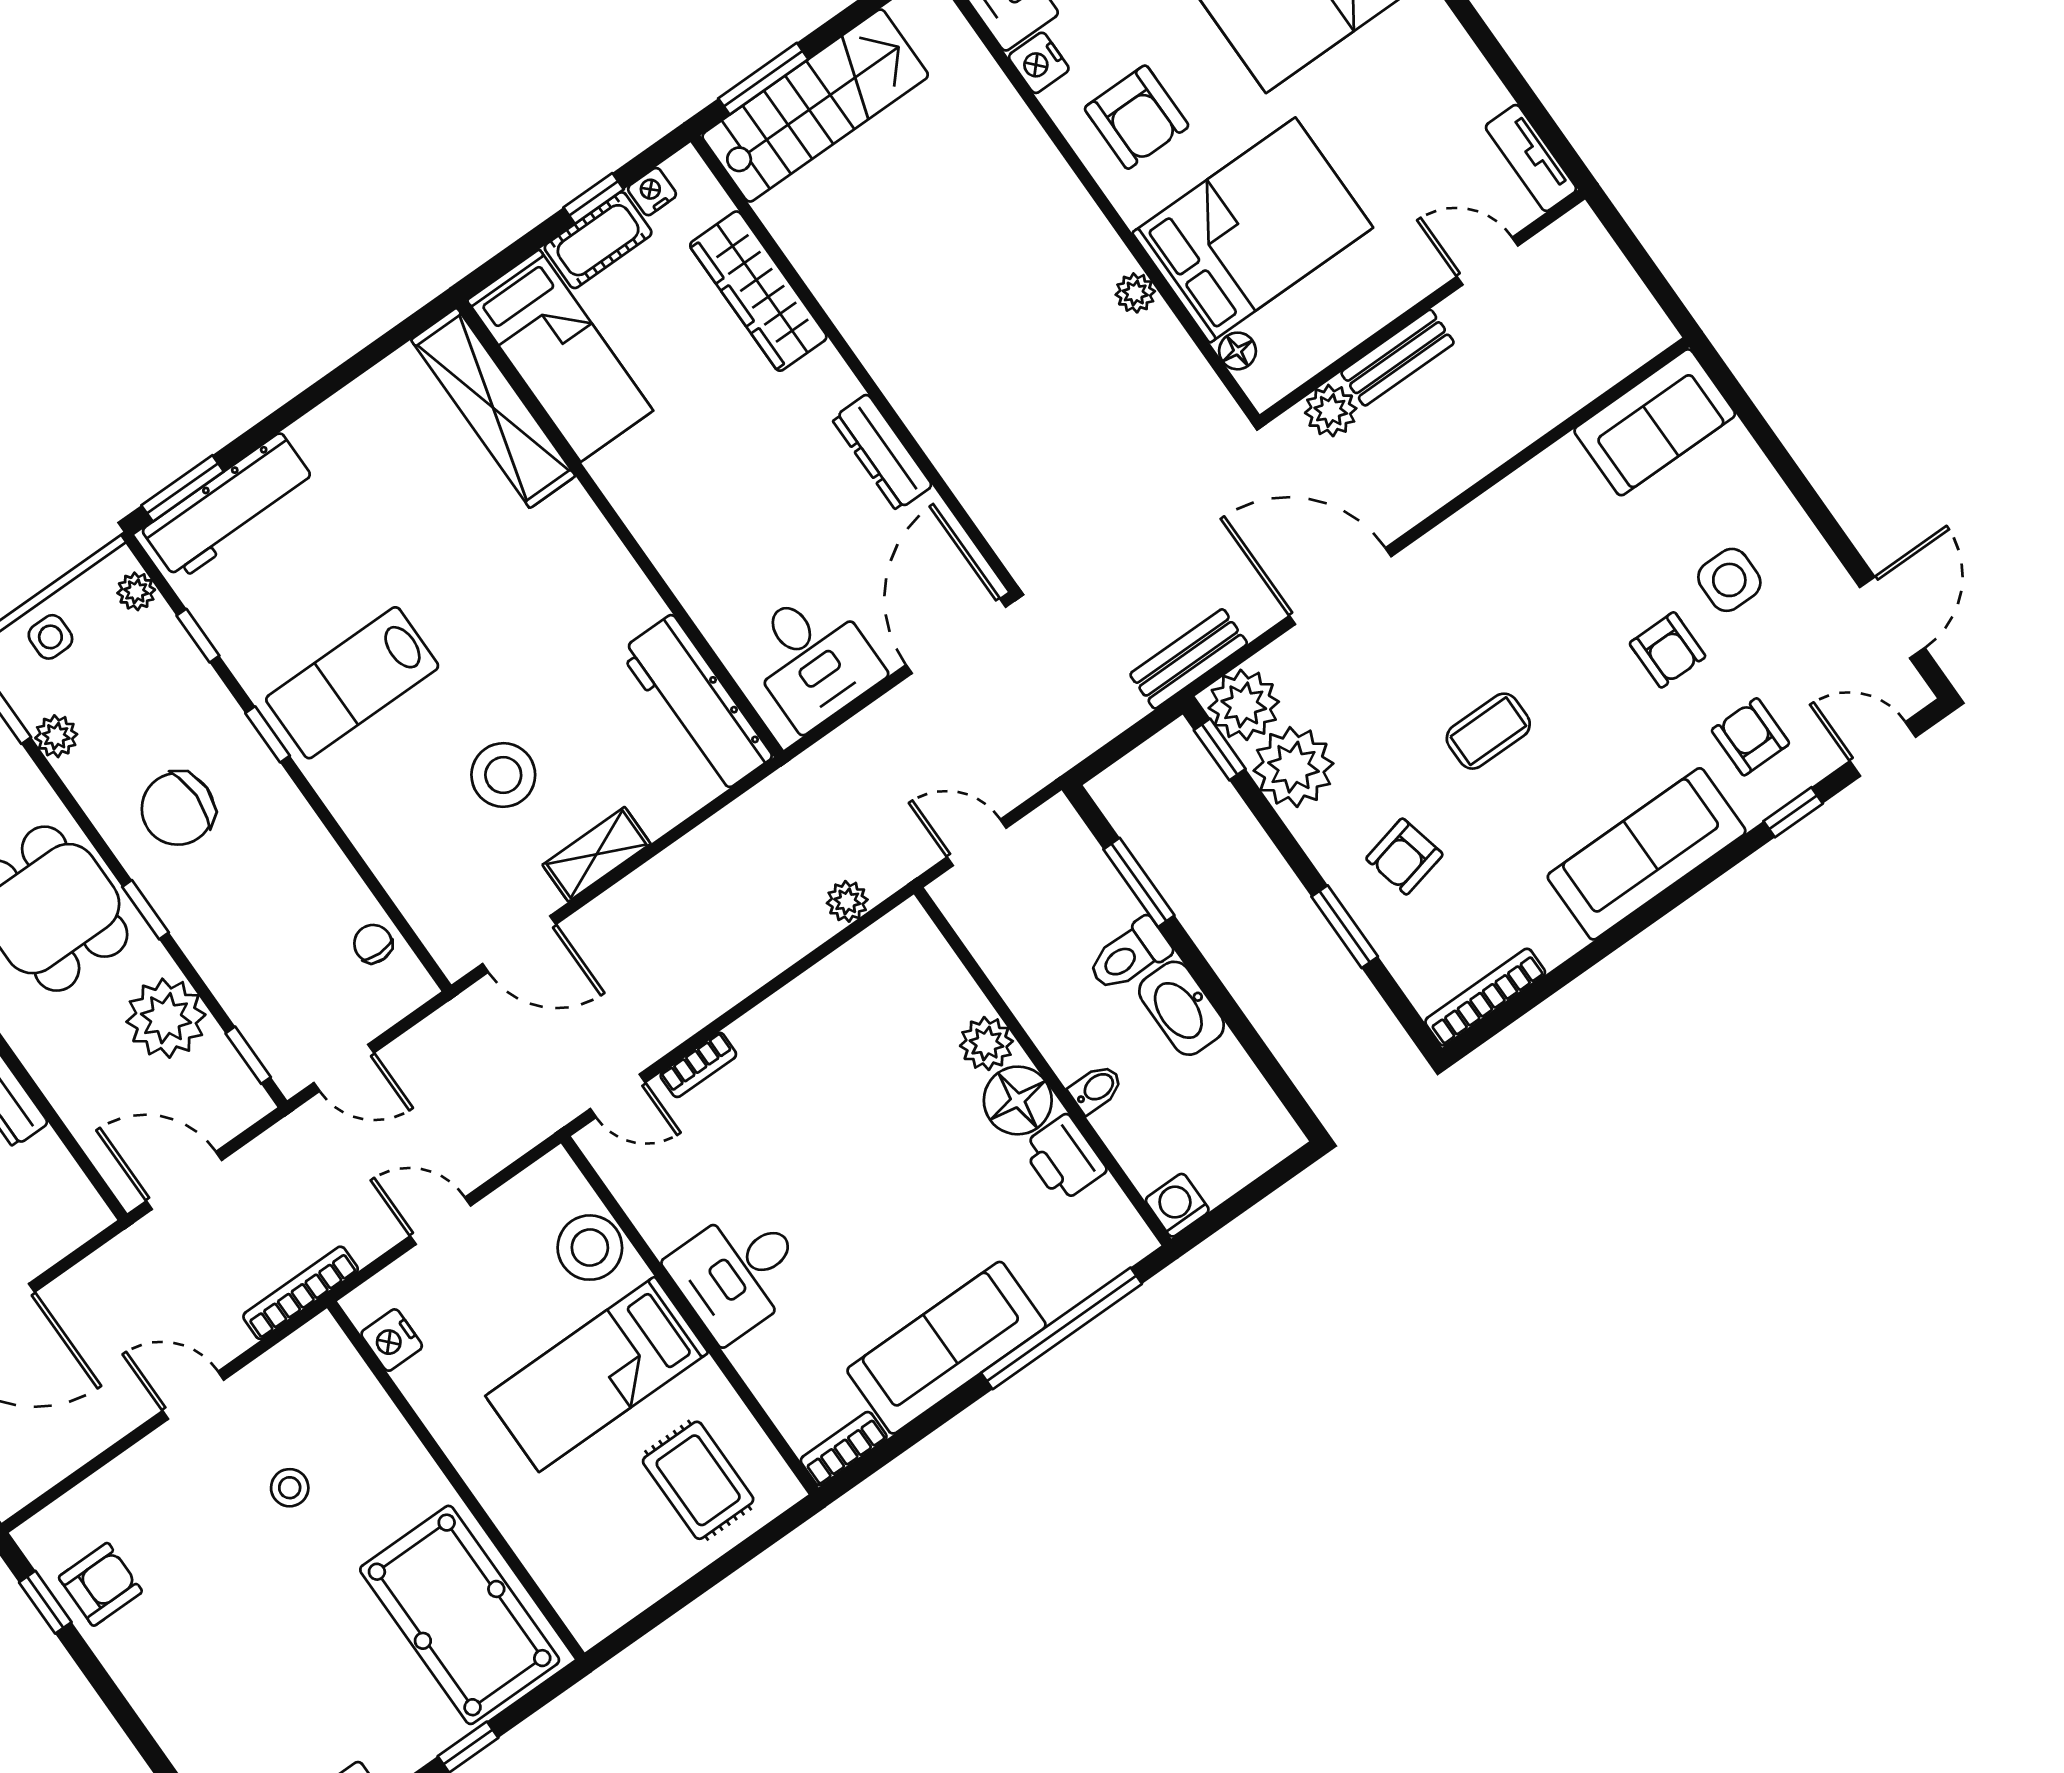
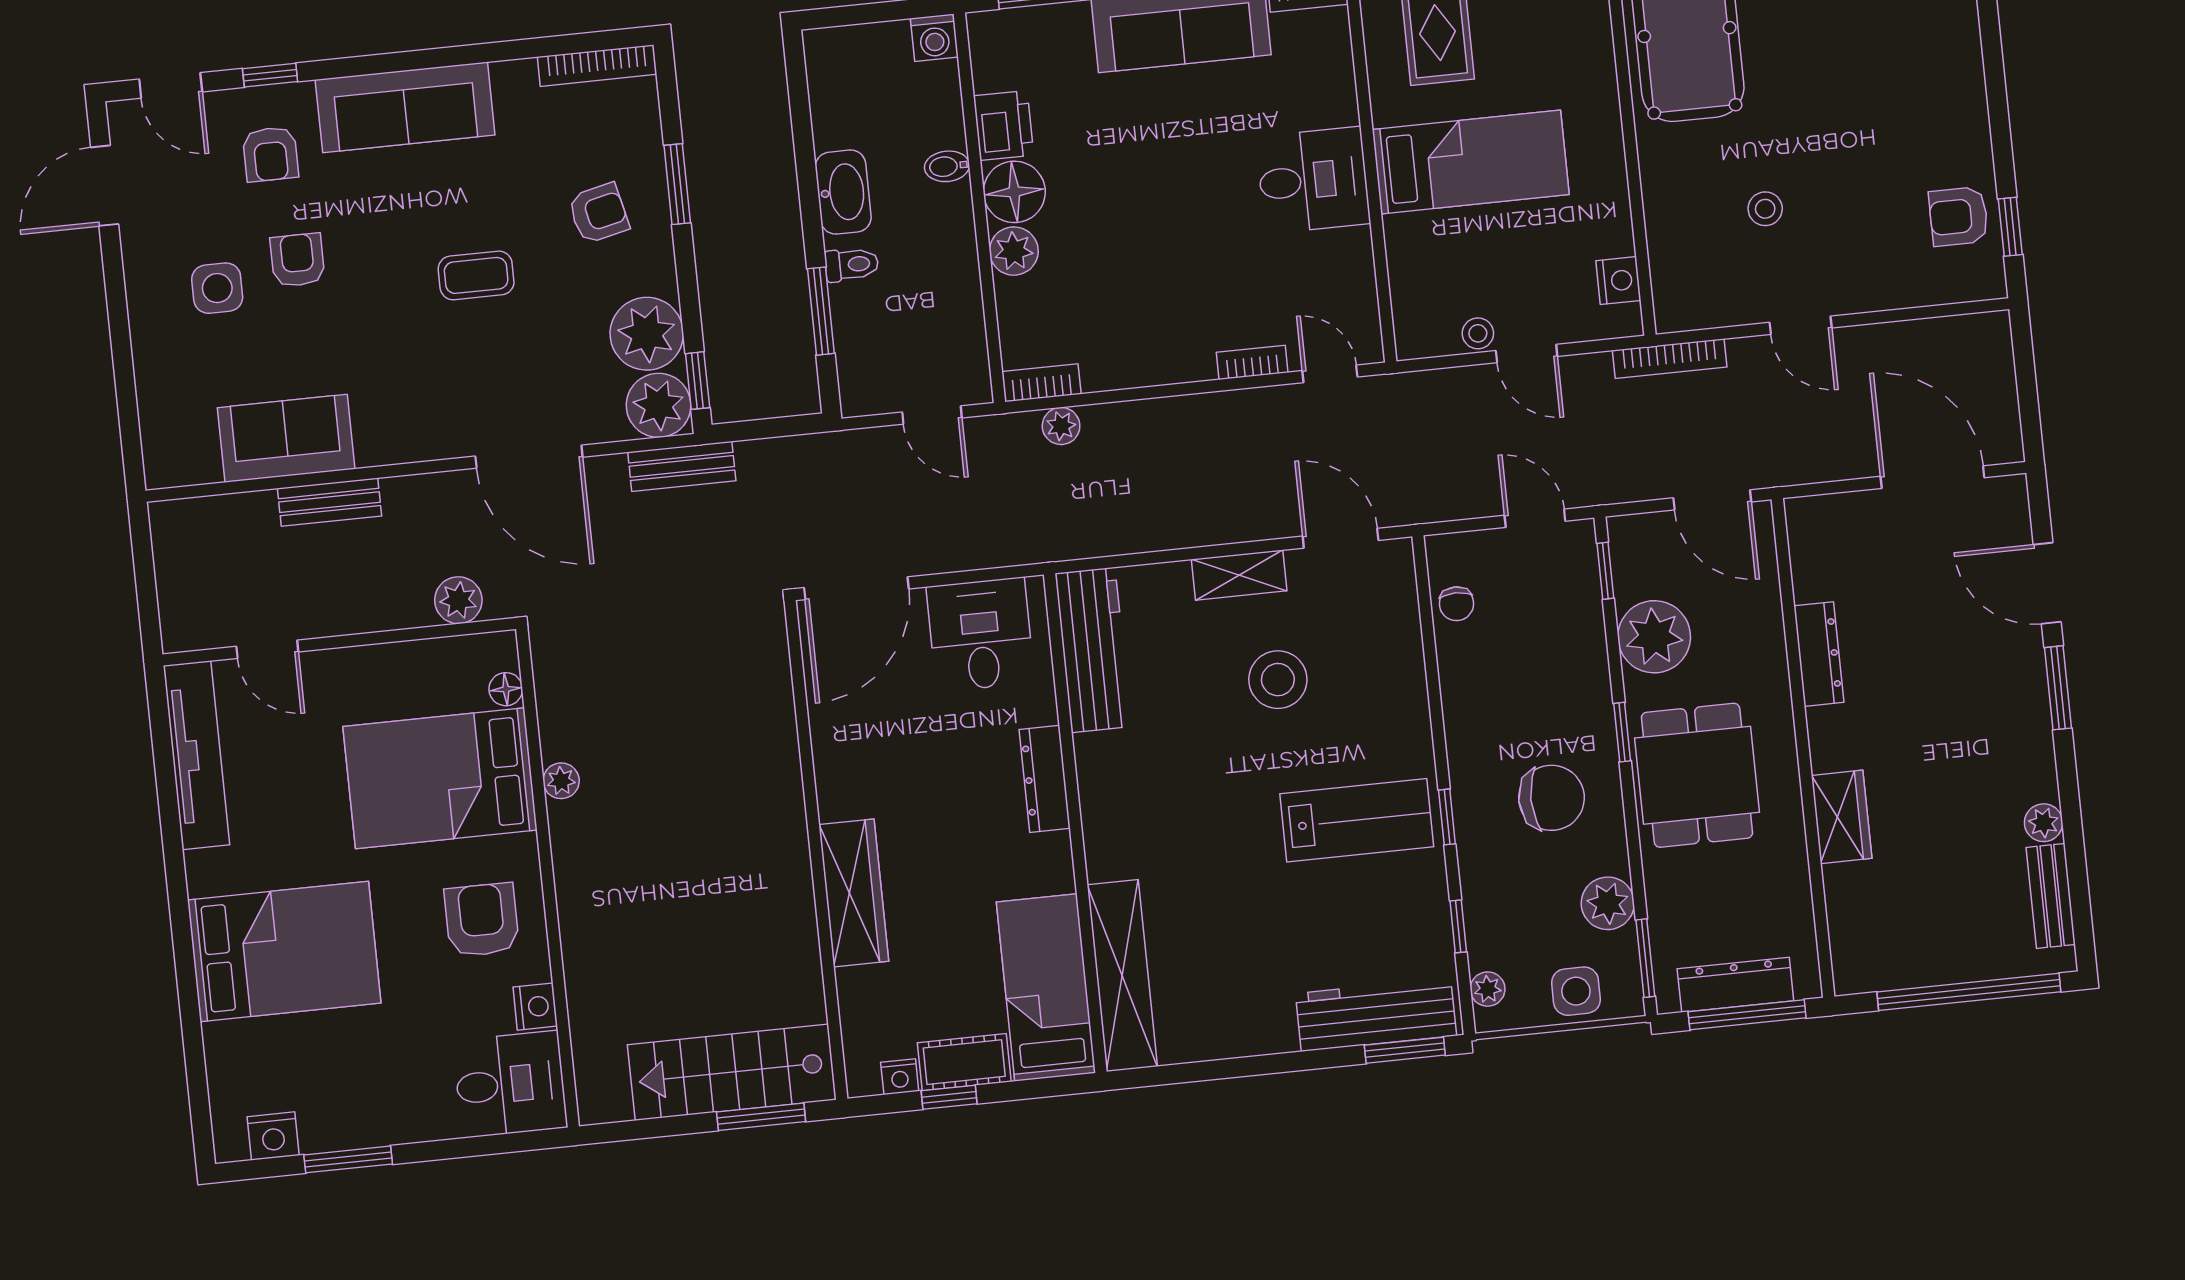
tv unit: (1531, 158) -> (196, 755), width x1.92, depth x1.29
wardrobe: (758, 291) -> (854, 893), moved
bench: (1398, 358) -> (329, 502), moved
sofa: (1655, 422) -> (286, 438), moved
dresser: (882, 452) -> (1045, 779), moved, turned 180
side table: (50, 637) -> (1576, 991), width x1.37, depth x1.37
plant: (56, 736) -> (1608, 903), width x1.38, depth x1.38
bookcase: (889, 932) -> (1041, 383), added
toilet: (1129, 955) -> (852, 265), width x0.73, depth x0.72
stool: (590, 1248) -> (1478, 333), moved, width x0.53, depth x0.53

